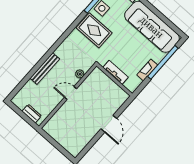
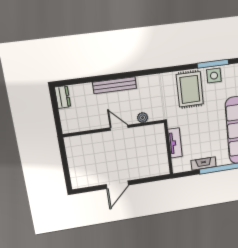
dresser: (32, 114) -> (63, 97), moved
door: (109, 124) -> (117, 185), moved

